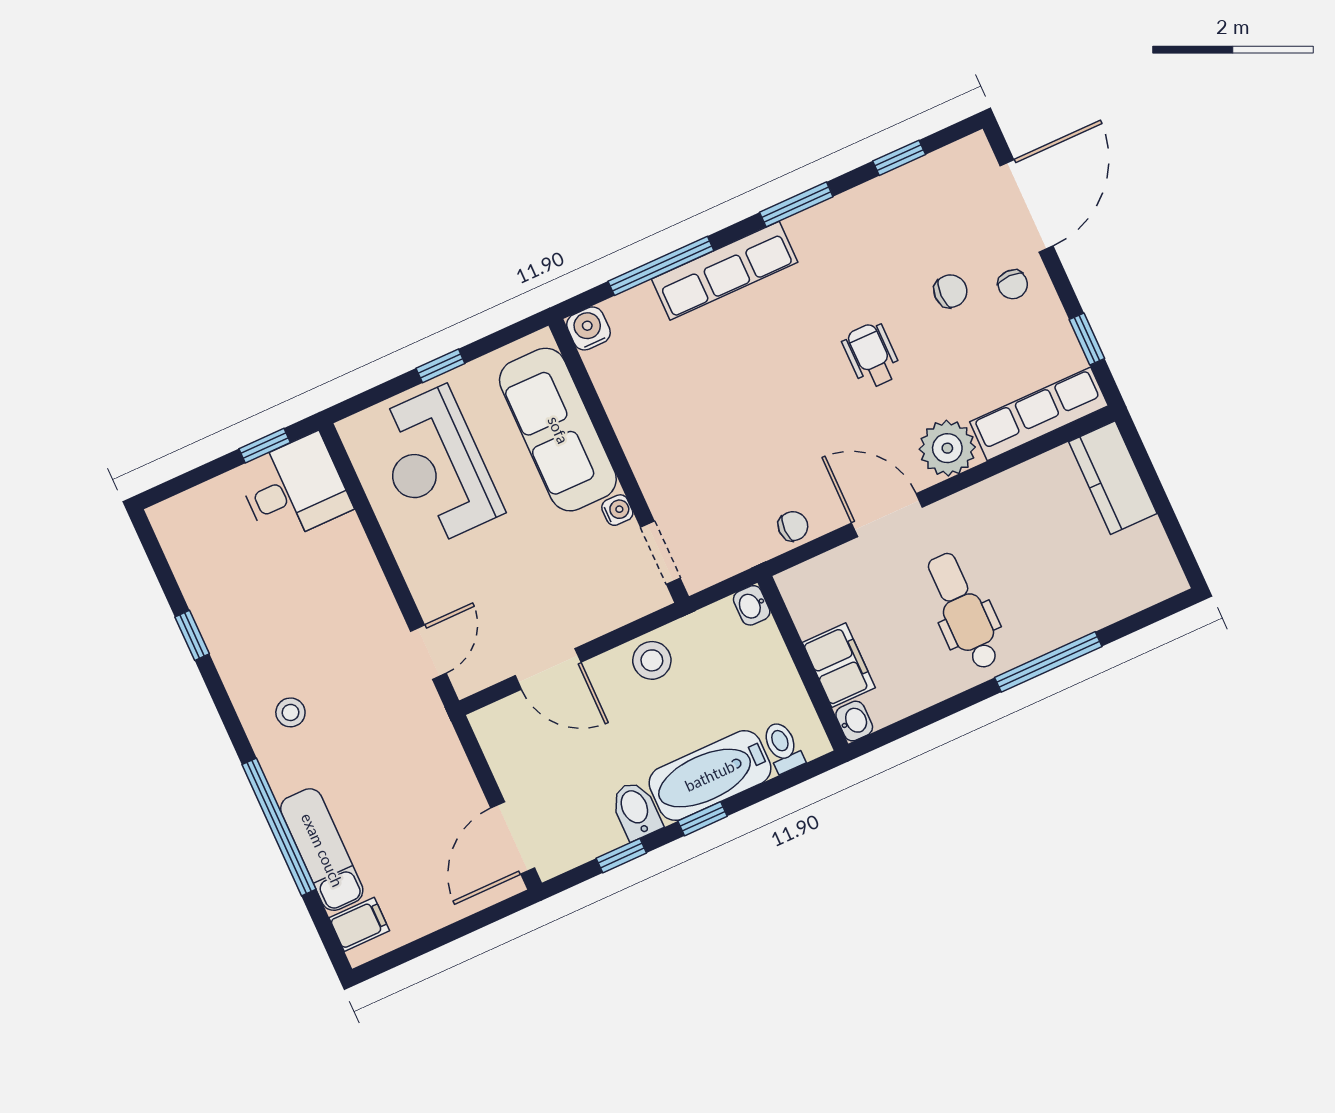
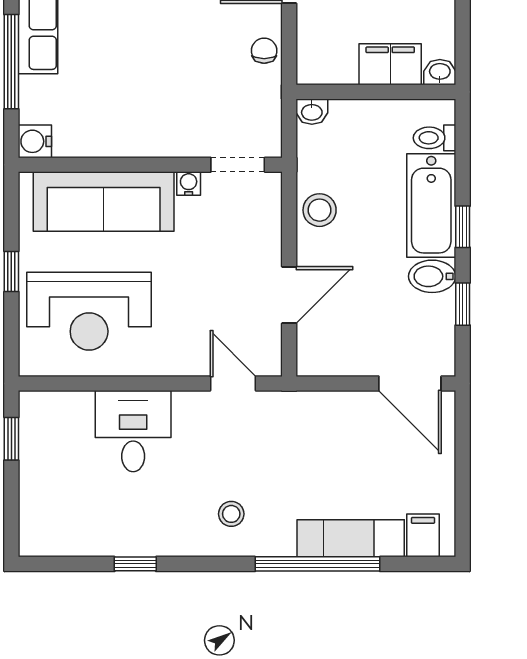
desk: (294, 489) -> (133, 431), moved

